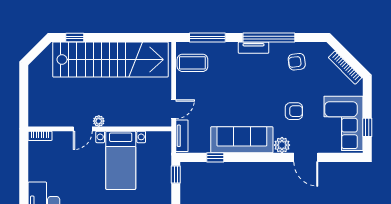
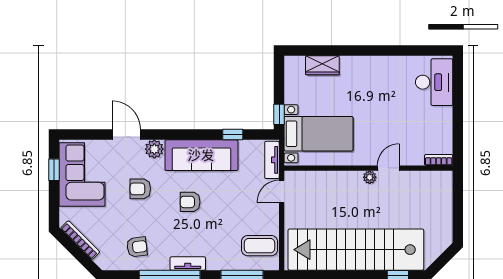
armchair: (251, 100) -> (190, 202), added
bed with nightstands: (121, 160) -> (319, 134), moved, turned 90

